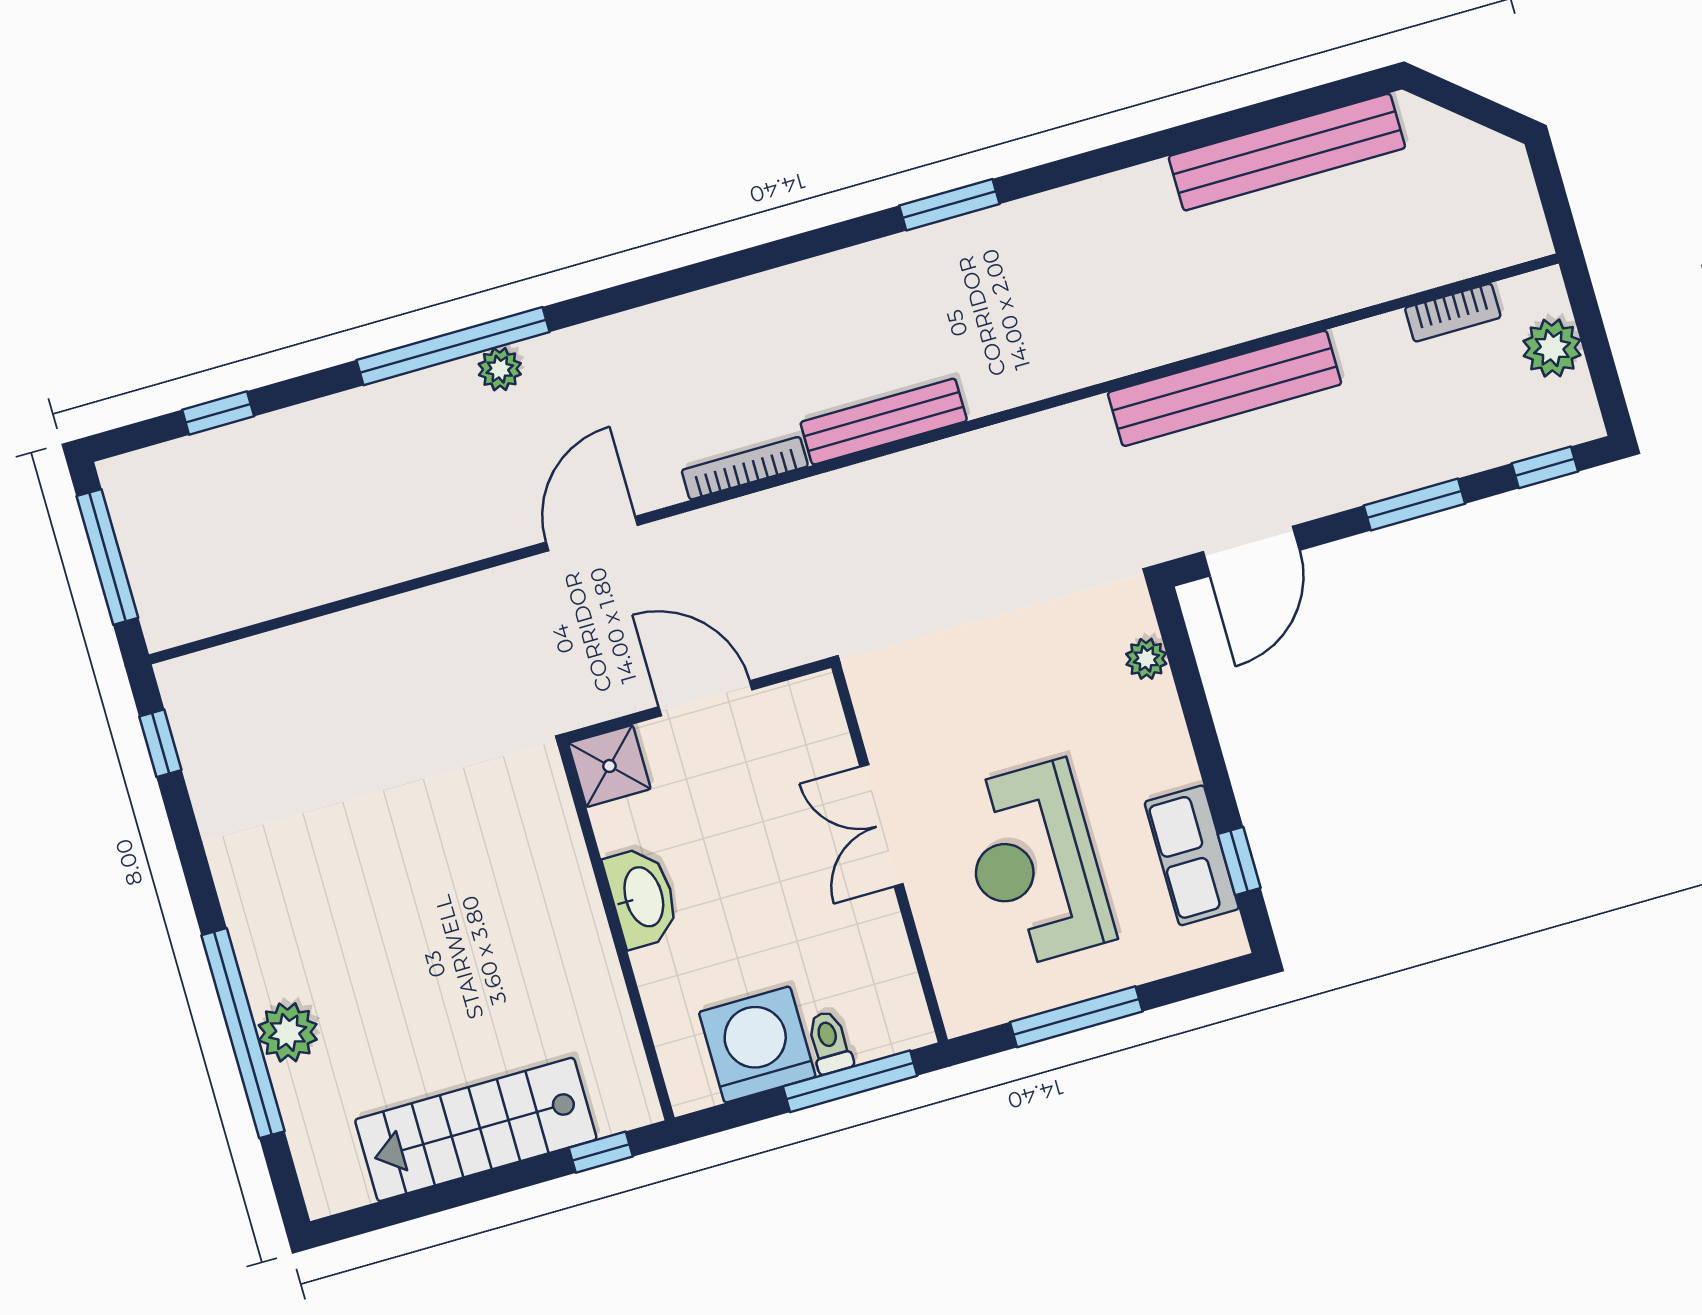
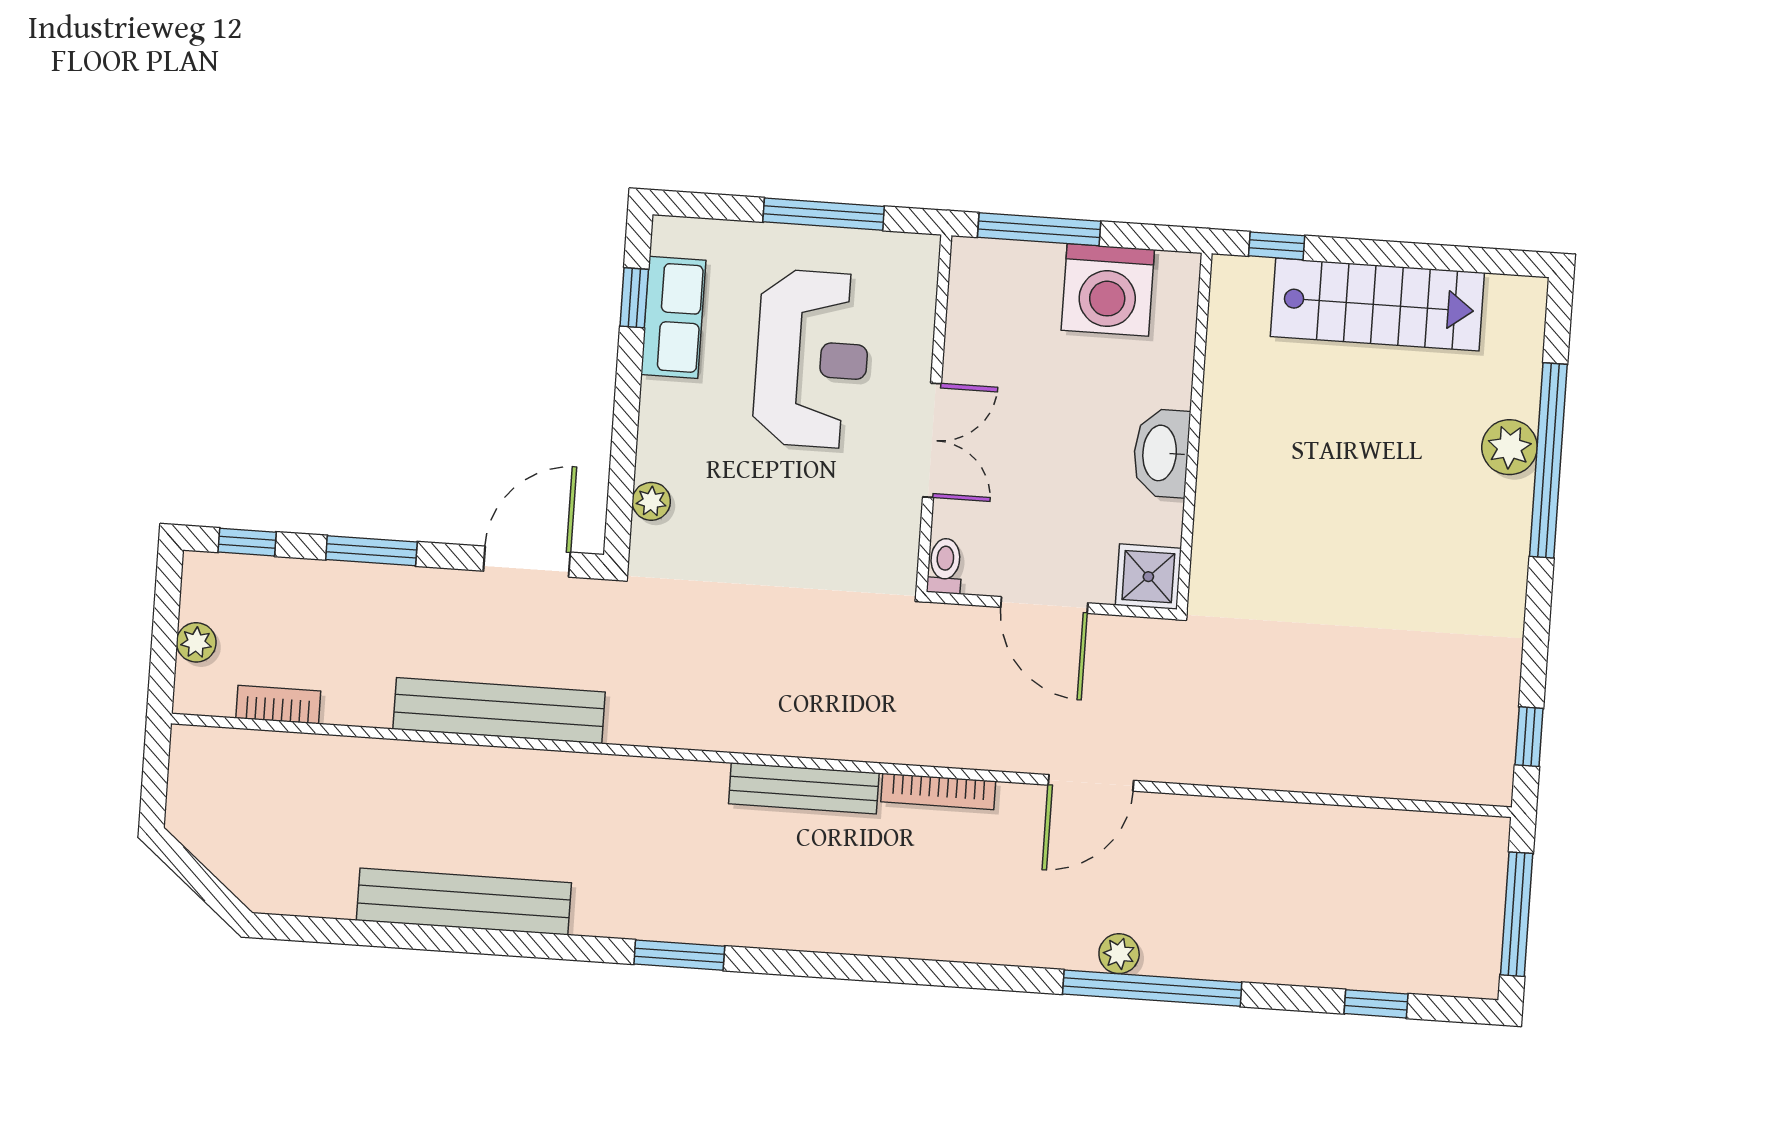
bench: (1287, 152) -> (464, 902), moved
plant: (1552, 348) -> (196, 642), width x0.73, depth x0.73
toilet: (829, 1042) -> (945, 566), moved, turned 180

